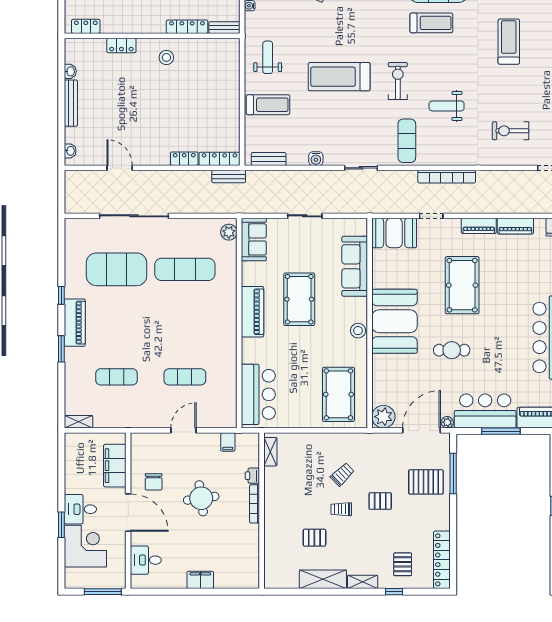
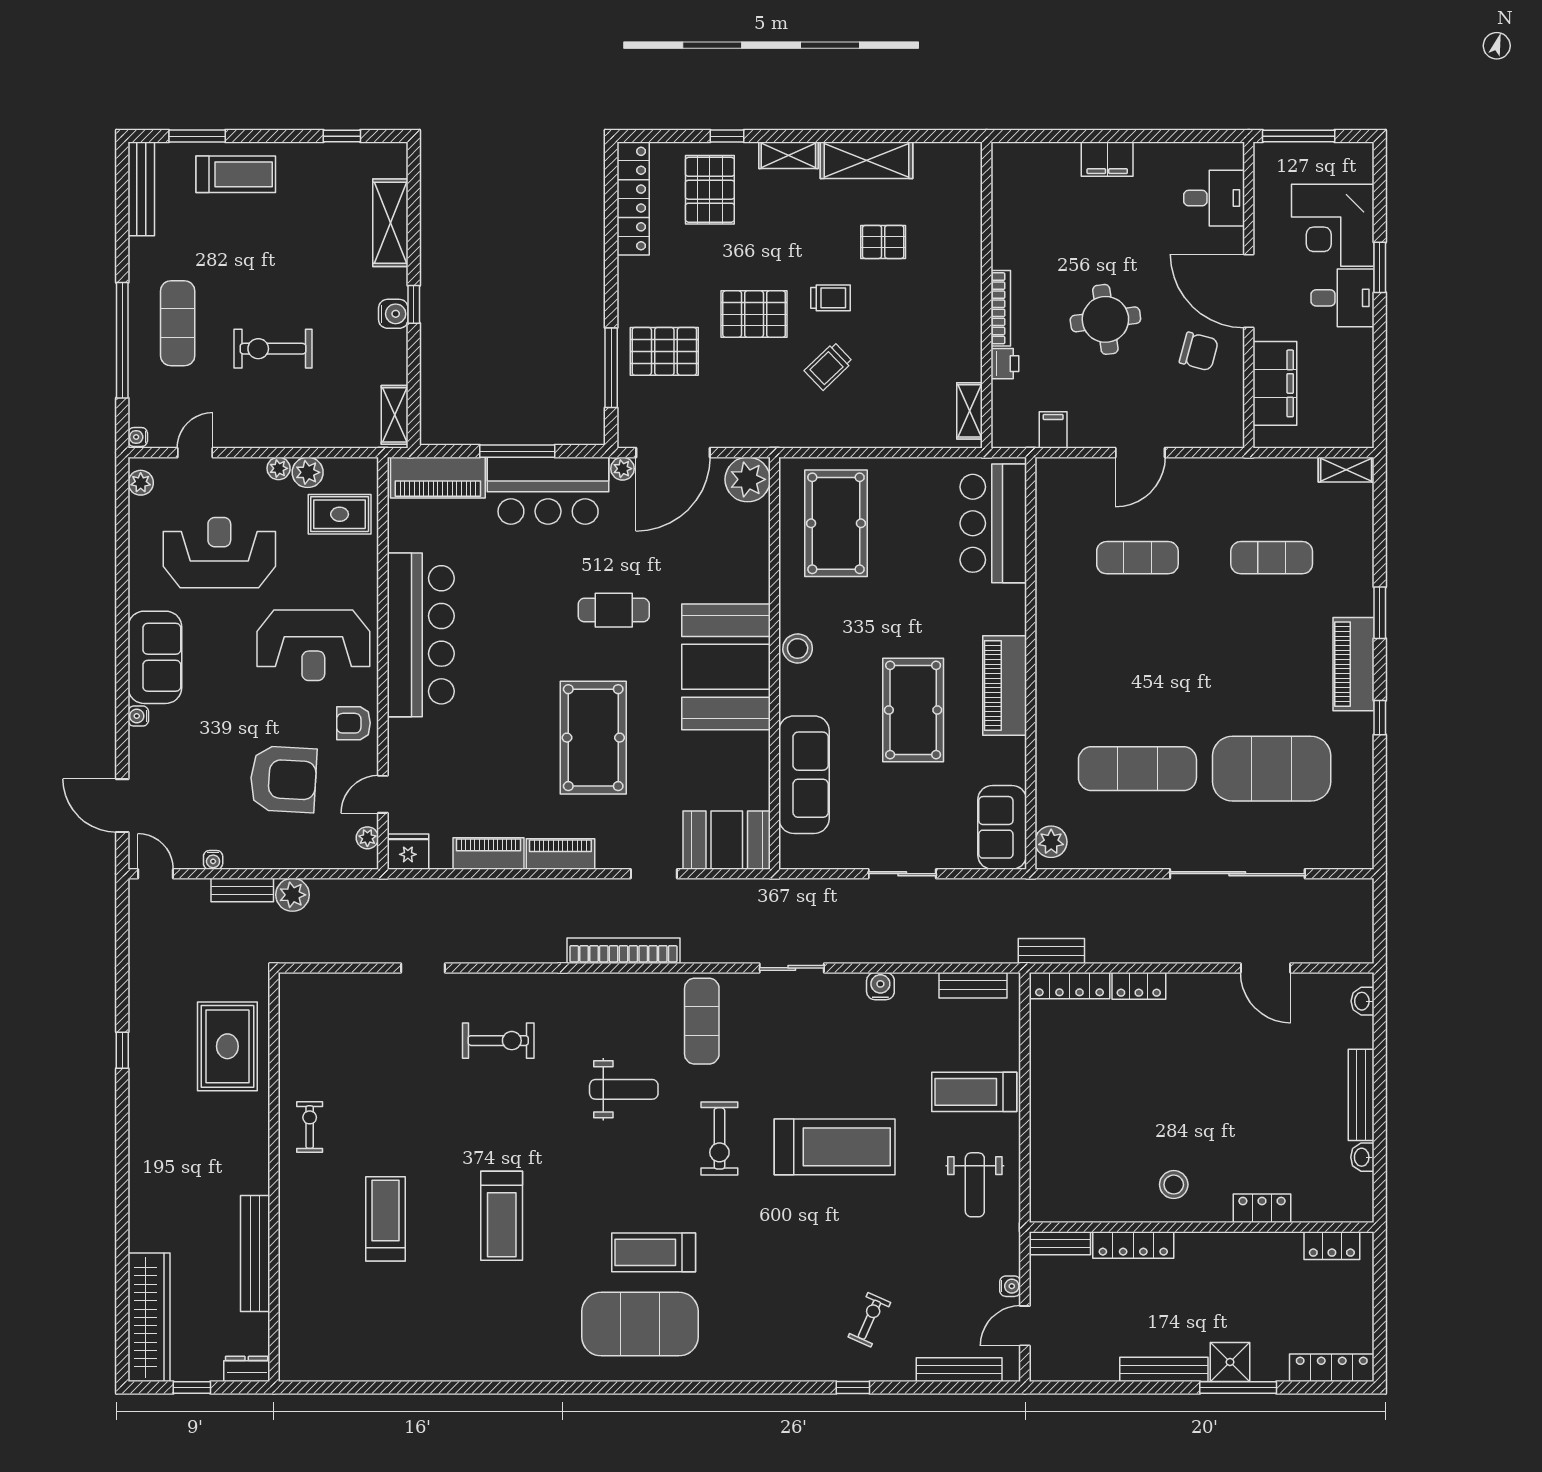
chair: (154, 482) -> (1199, 351), turned 105
pallet: (380, 501) -> (754, 314), width x1.50, depth x1.42
pallet: (403, 564) -> (710, 190), width x1.50, depth x1.42

